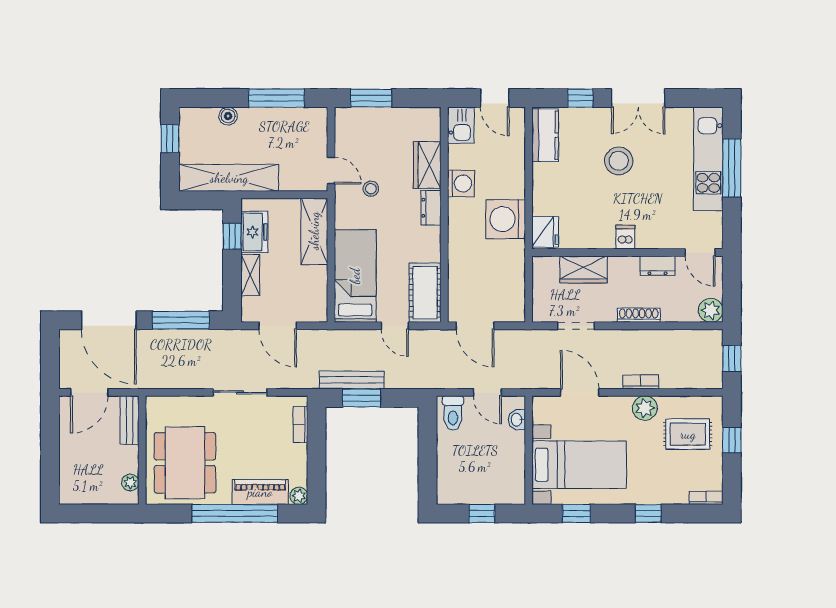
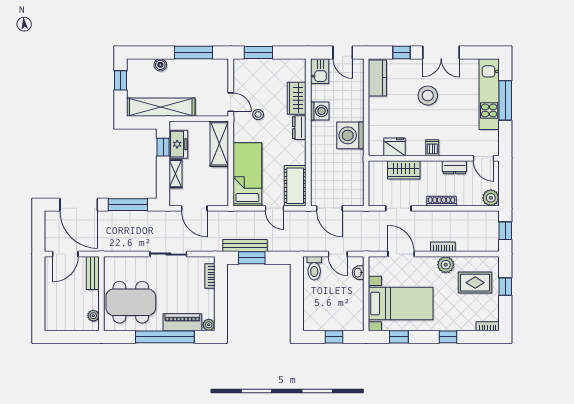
fridge: (545, 232) -> (395, 147), moved, turned -90
dining table: (185, 463) -> (131, 302), turned 90

